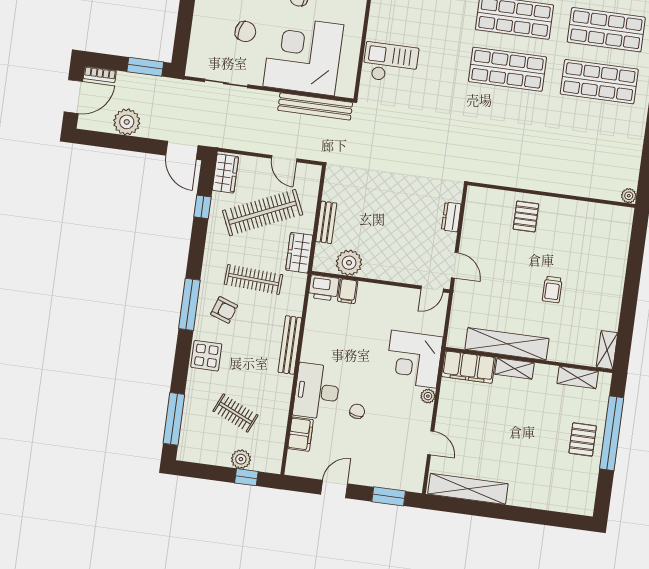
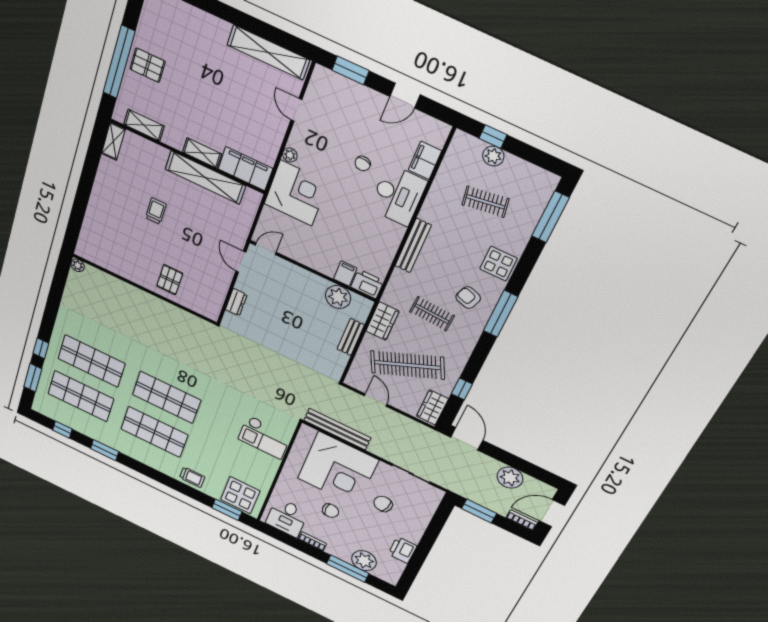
clothes rail: (254, 279) -> (432, 314), width x0.73
clothes rail: (235, 413) -> (485, 202), turned -33
pallet: (583, 439) -> (148, 65), turned 90

